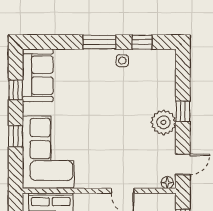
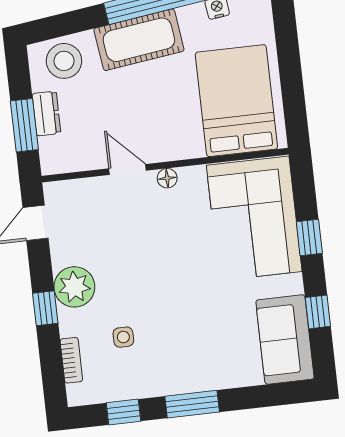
side table: (122, 61) -> (123, 337), moved
bookcase: (170, 78) -> (71, 360), added
floor lamp: (167, 183) -> (167, 178), moved

